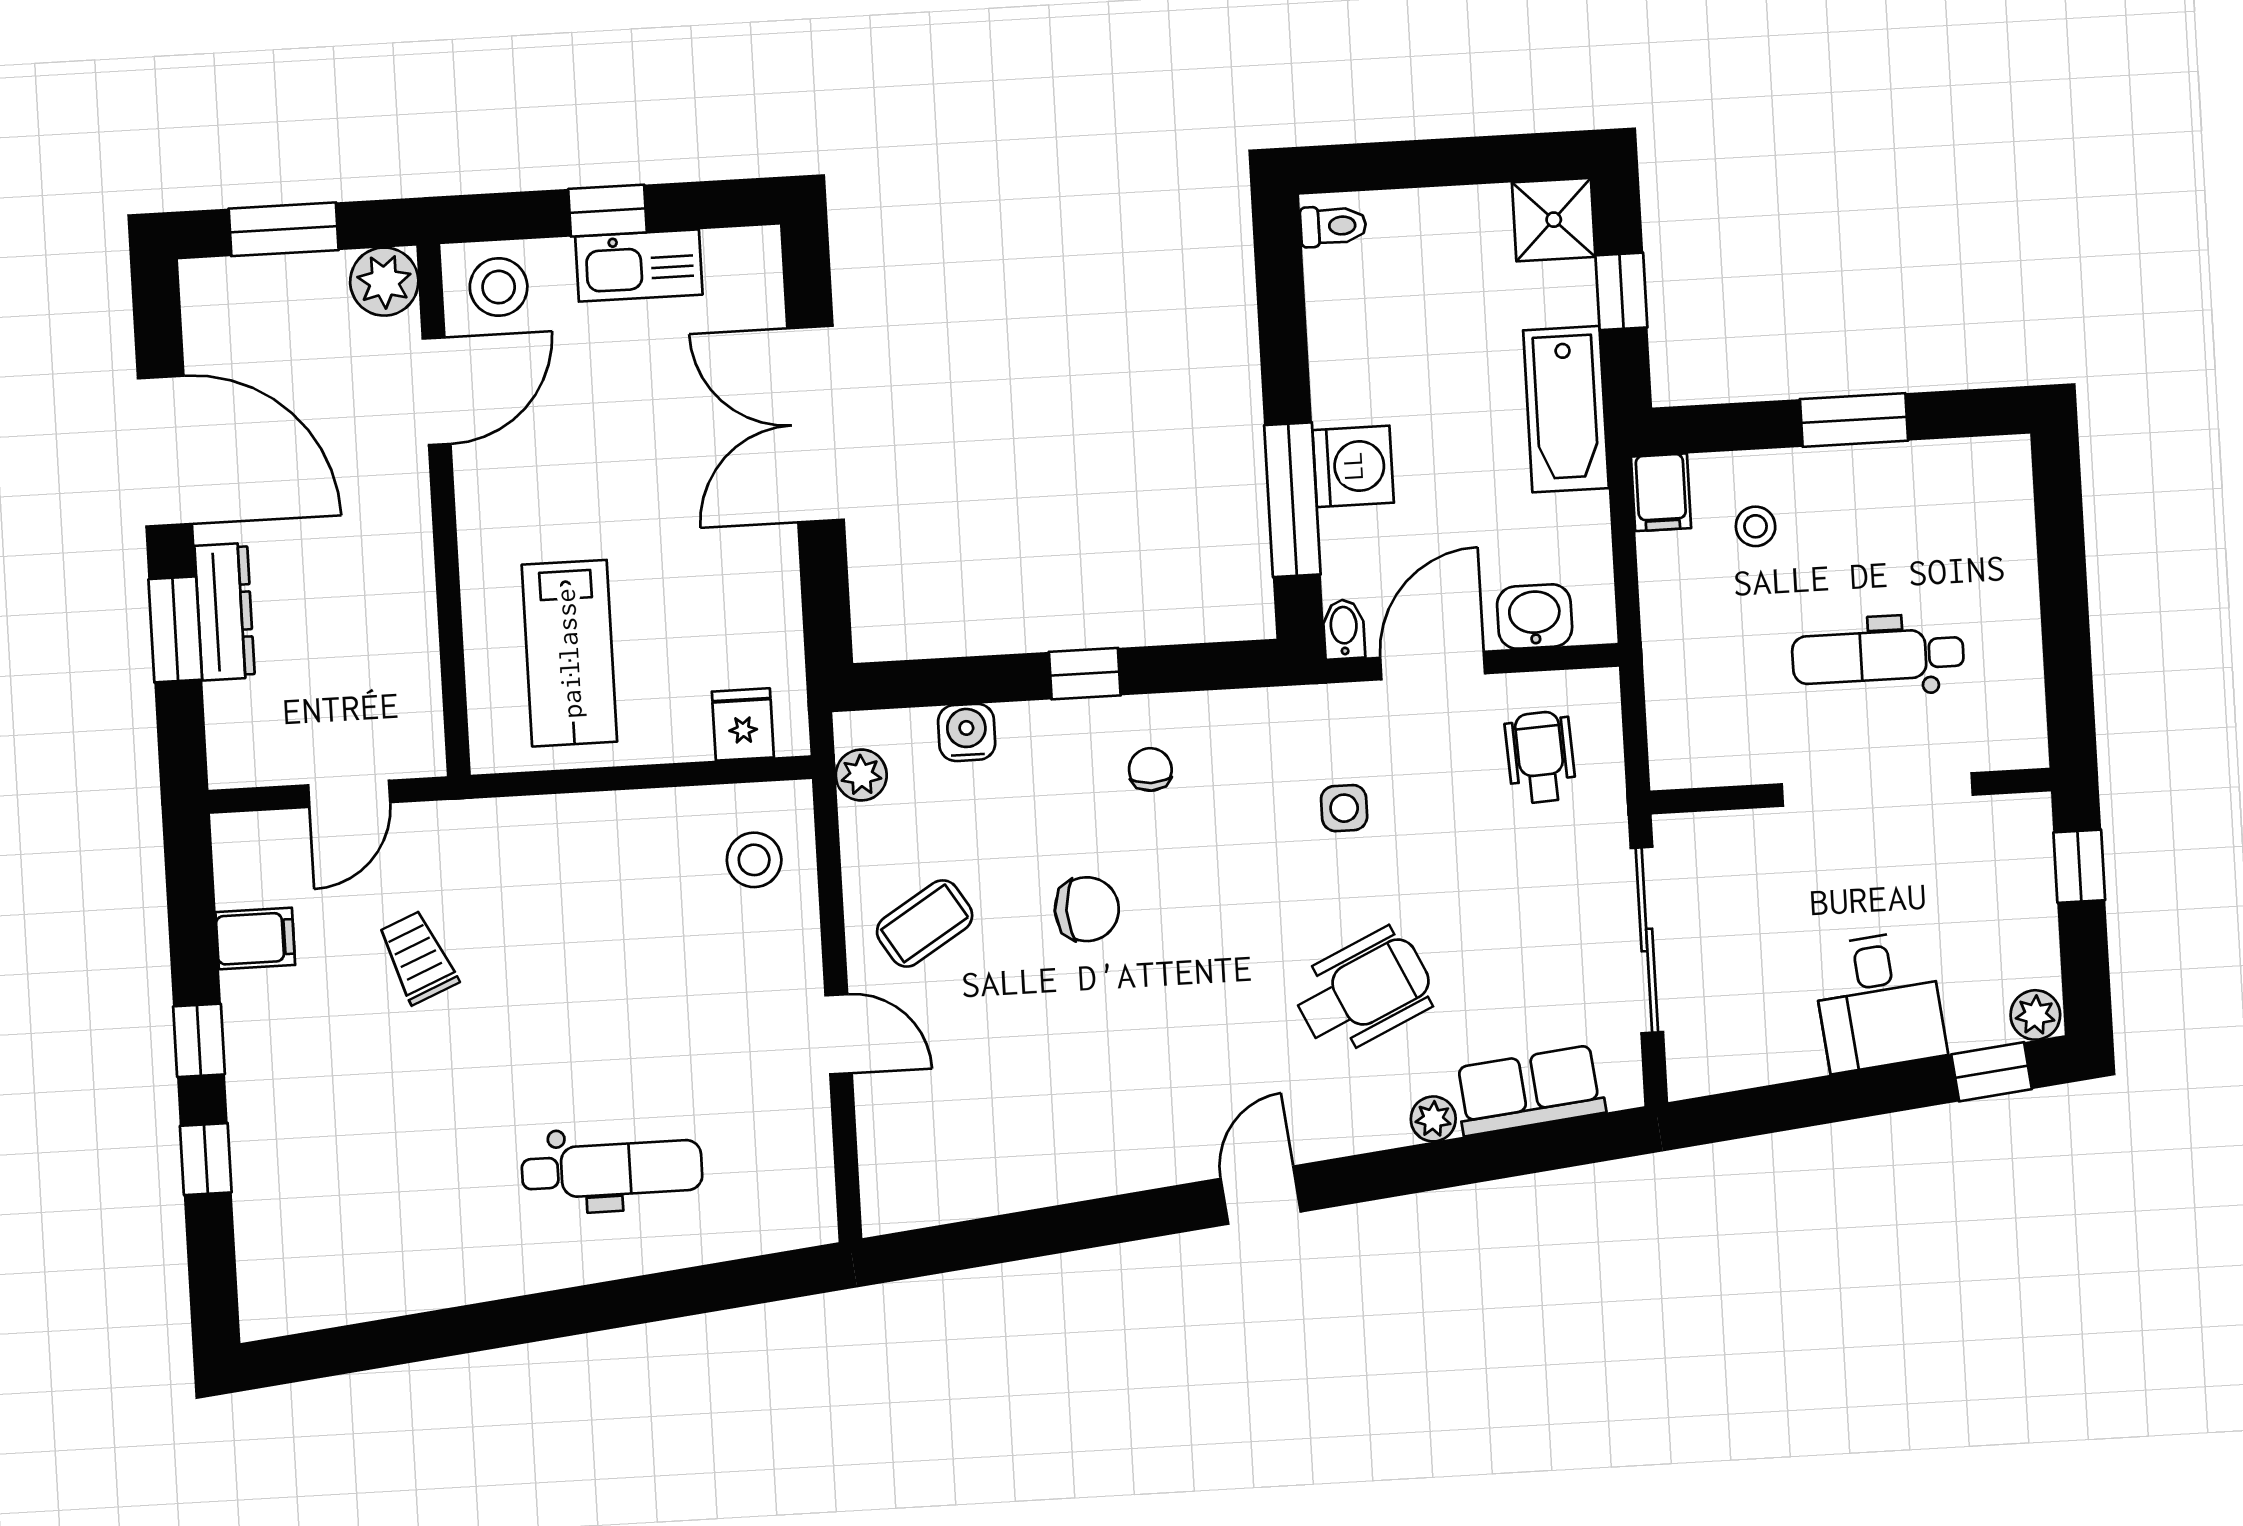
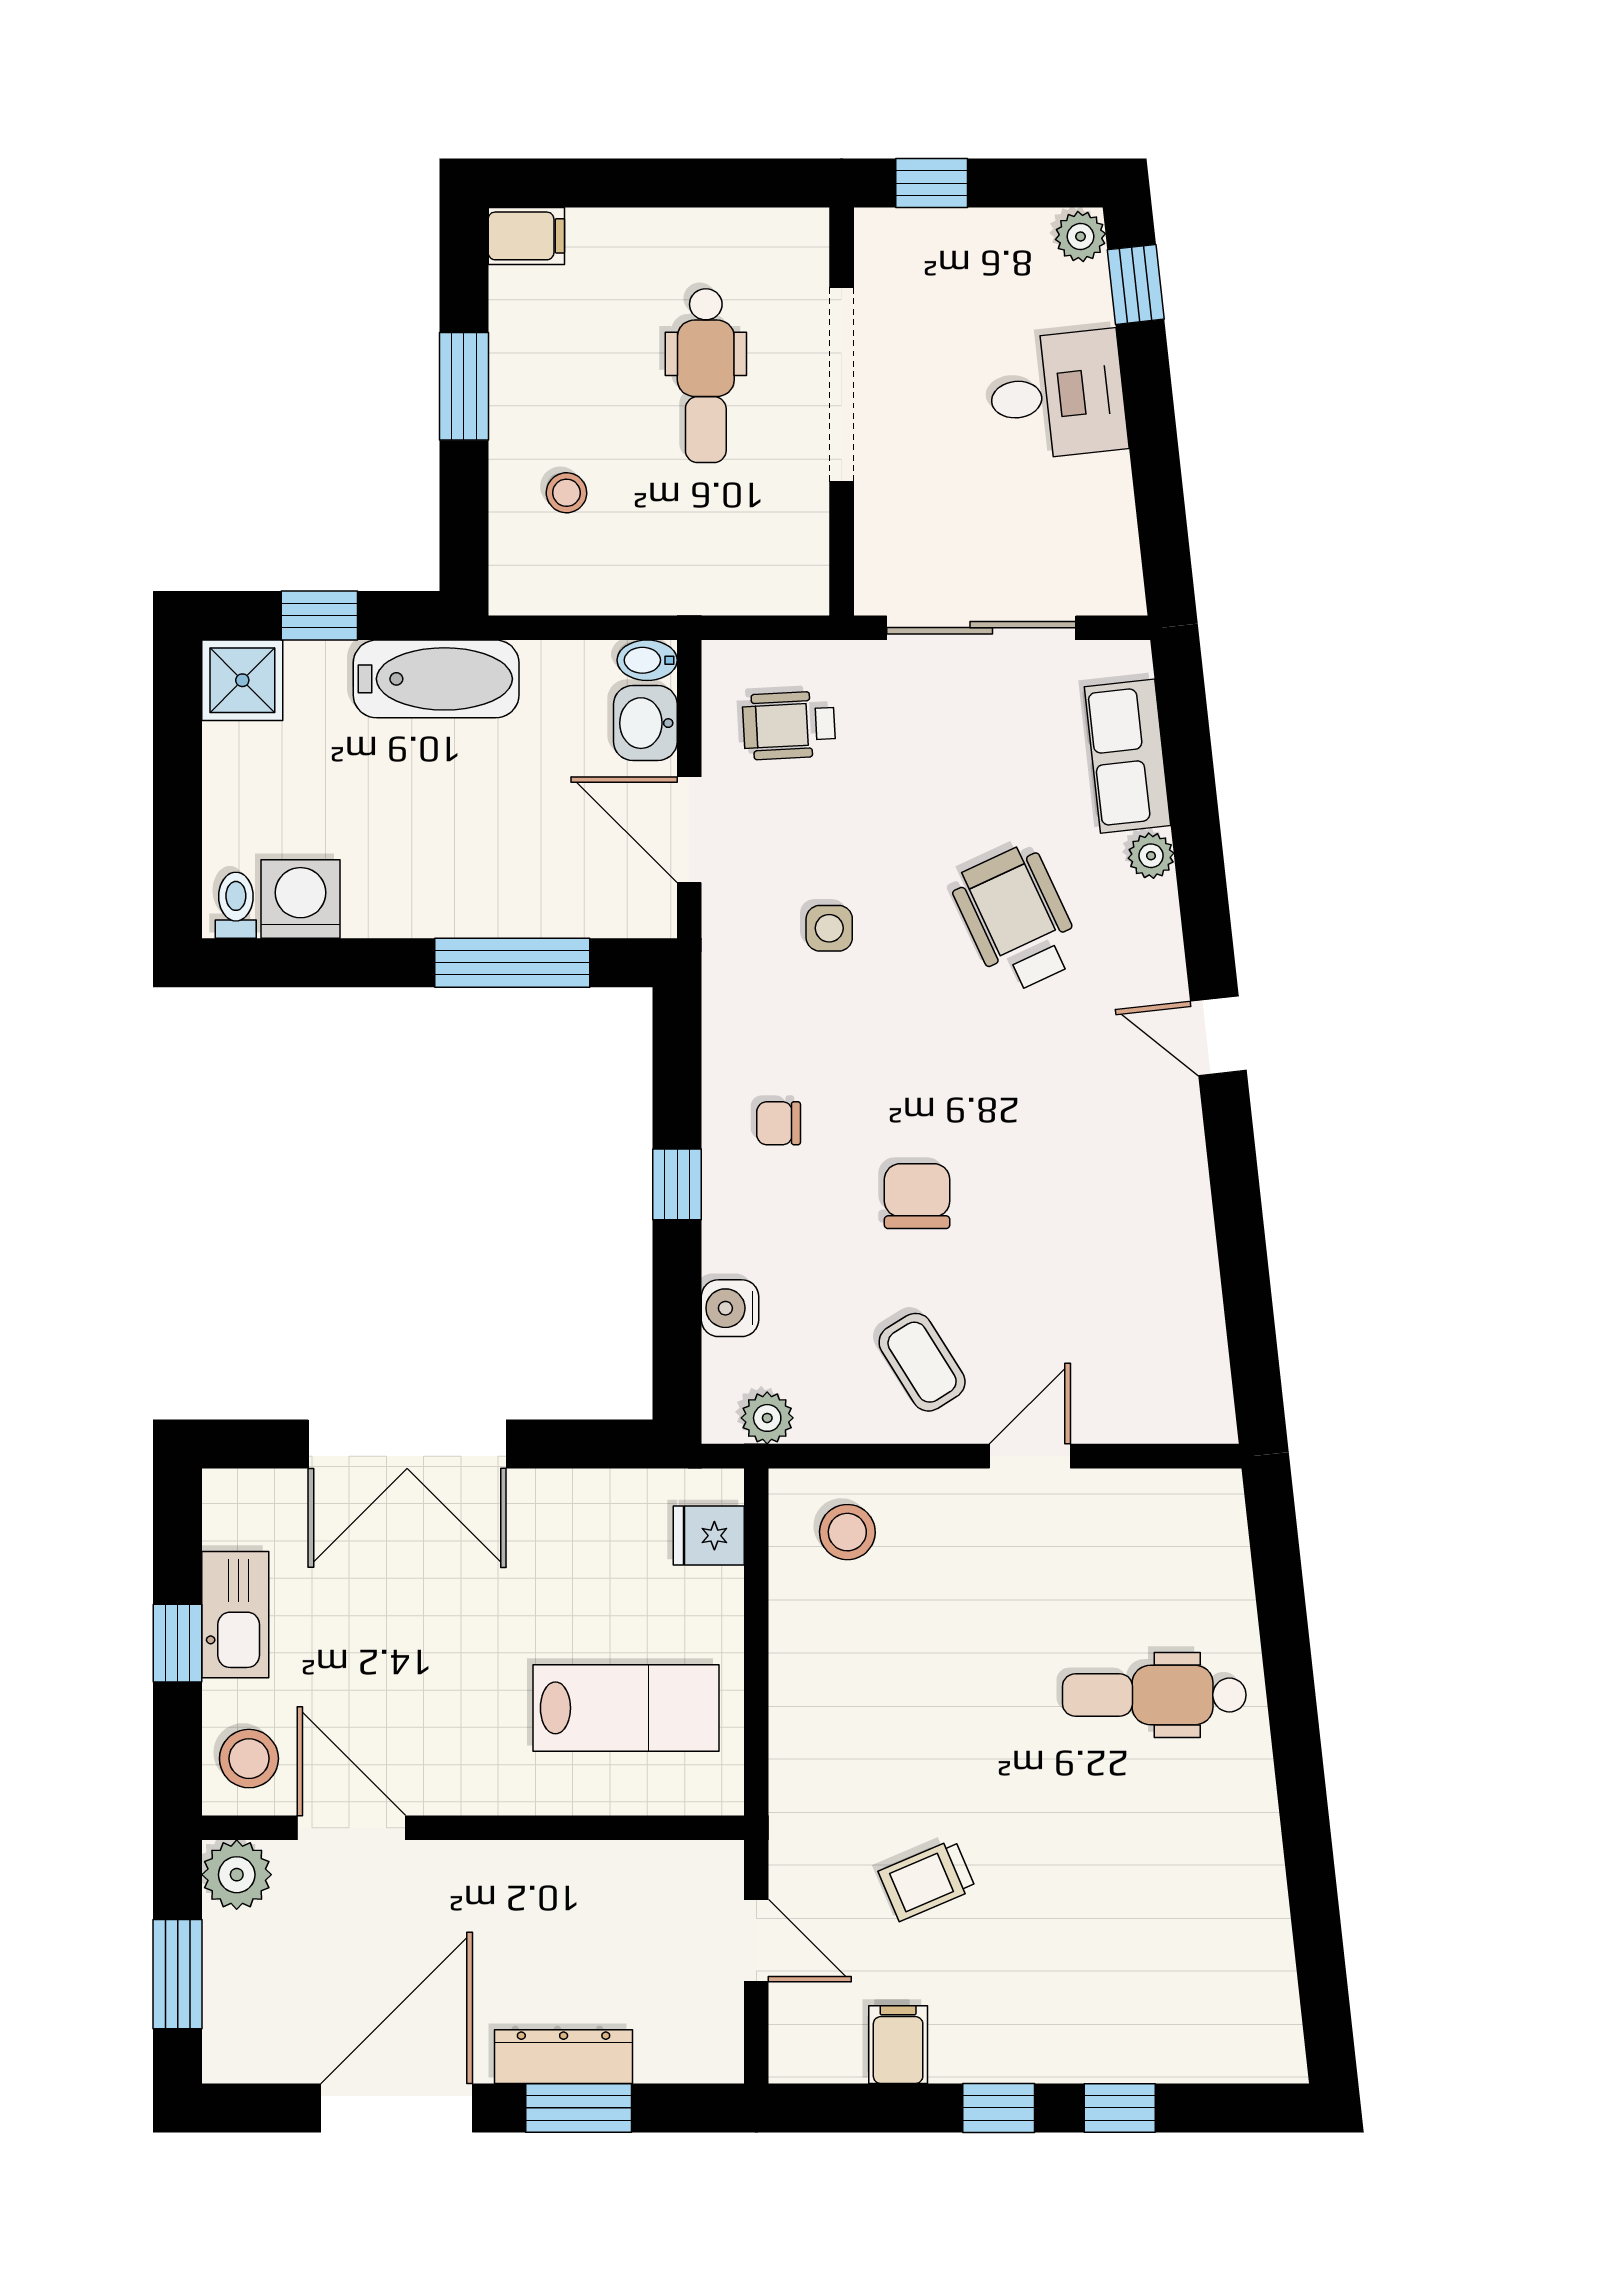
washing machine: (1353, 466) -> (300, 899), moved
filing cabinet: (1661, 492) -> (526, 236), moved
bidet: (1344, 629) -> (647, 660), moved
dental chair: (612, 1170) -> (1154, 1695), turned -90

